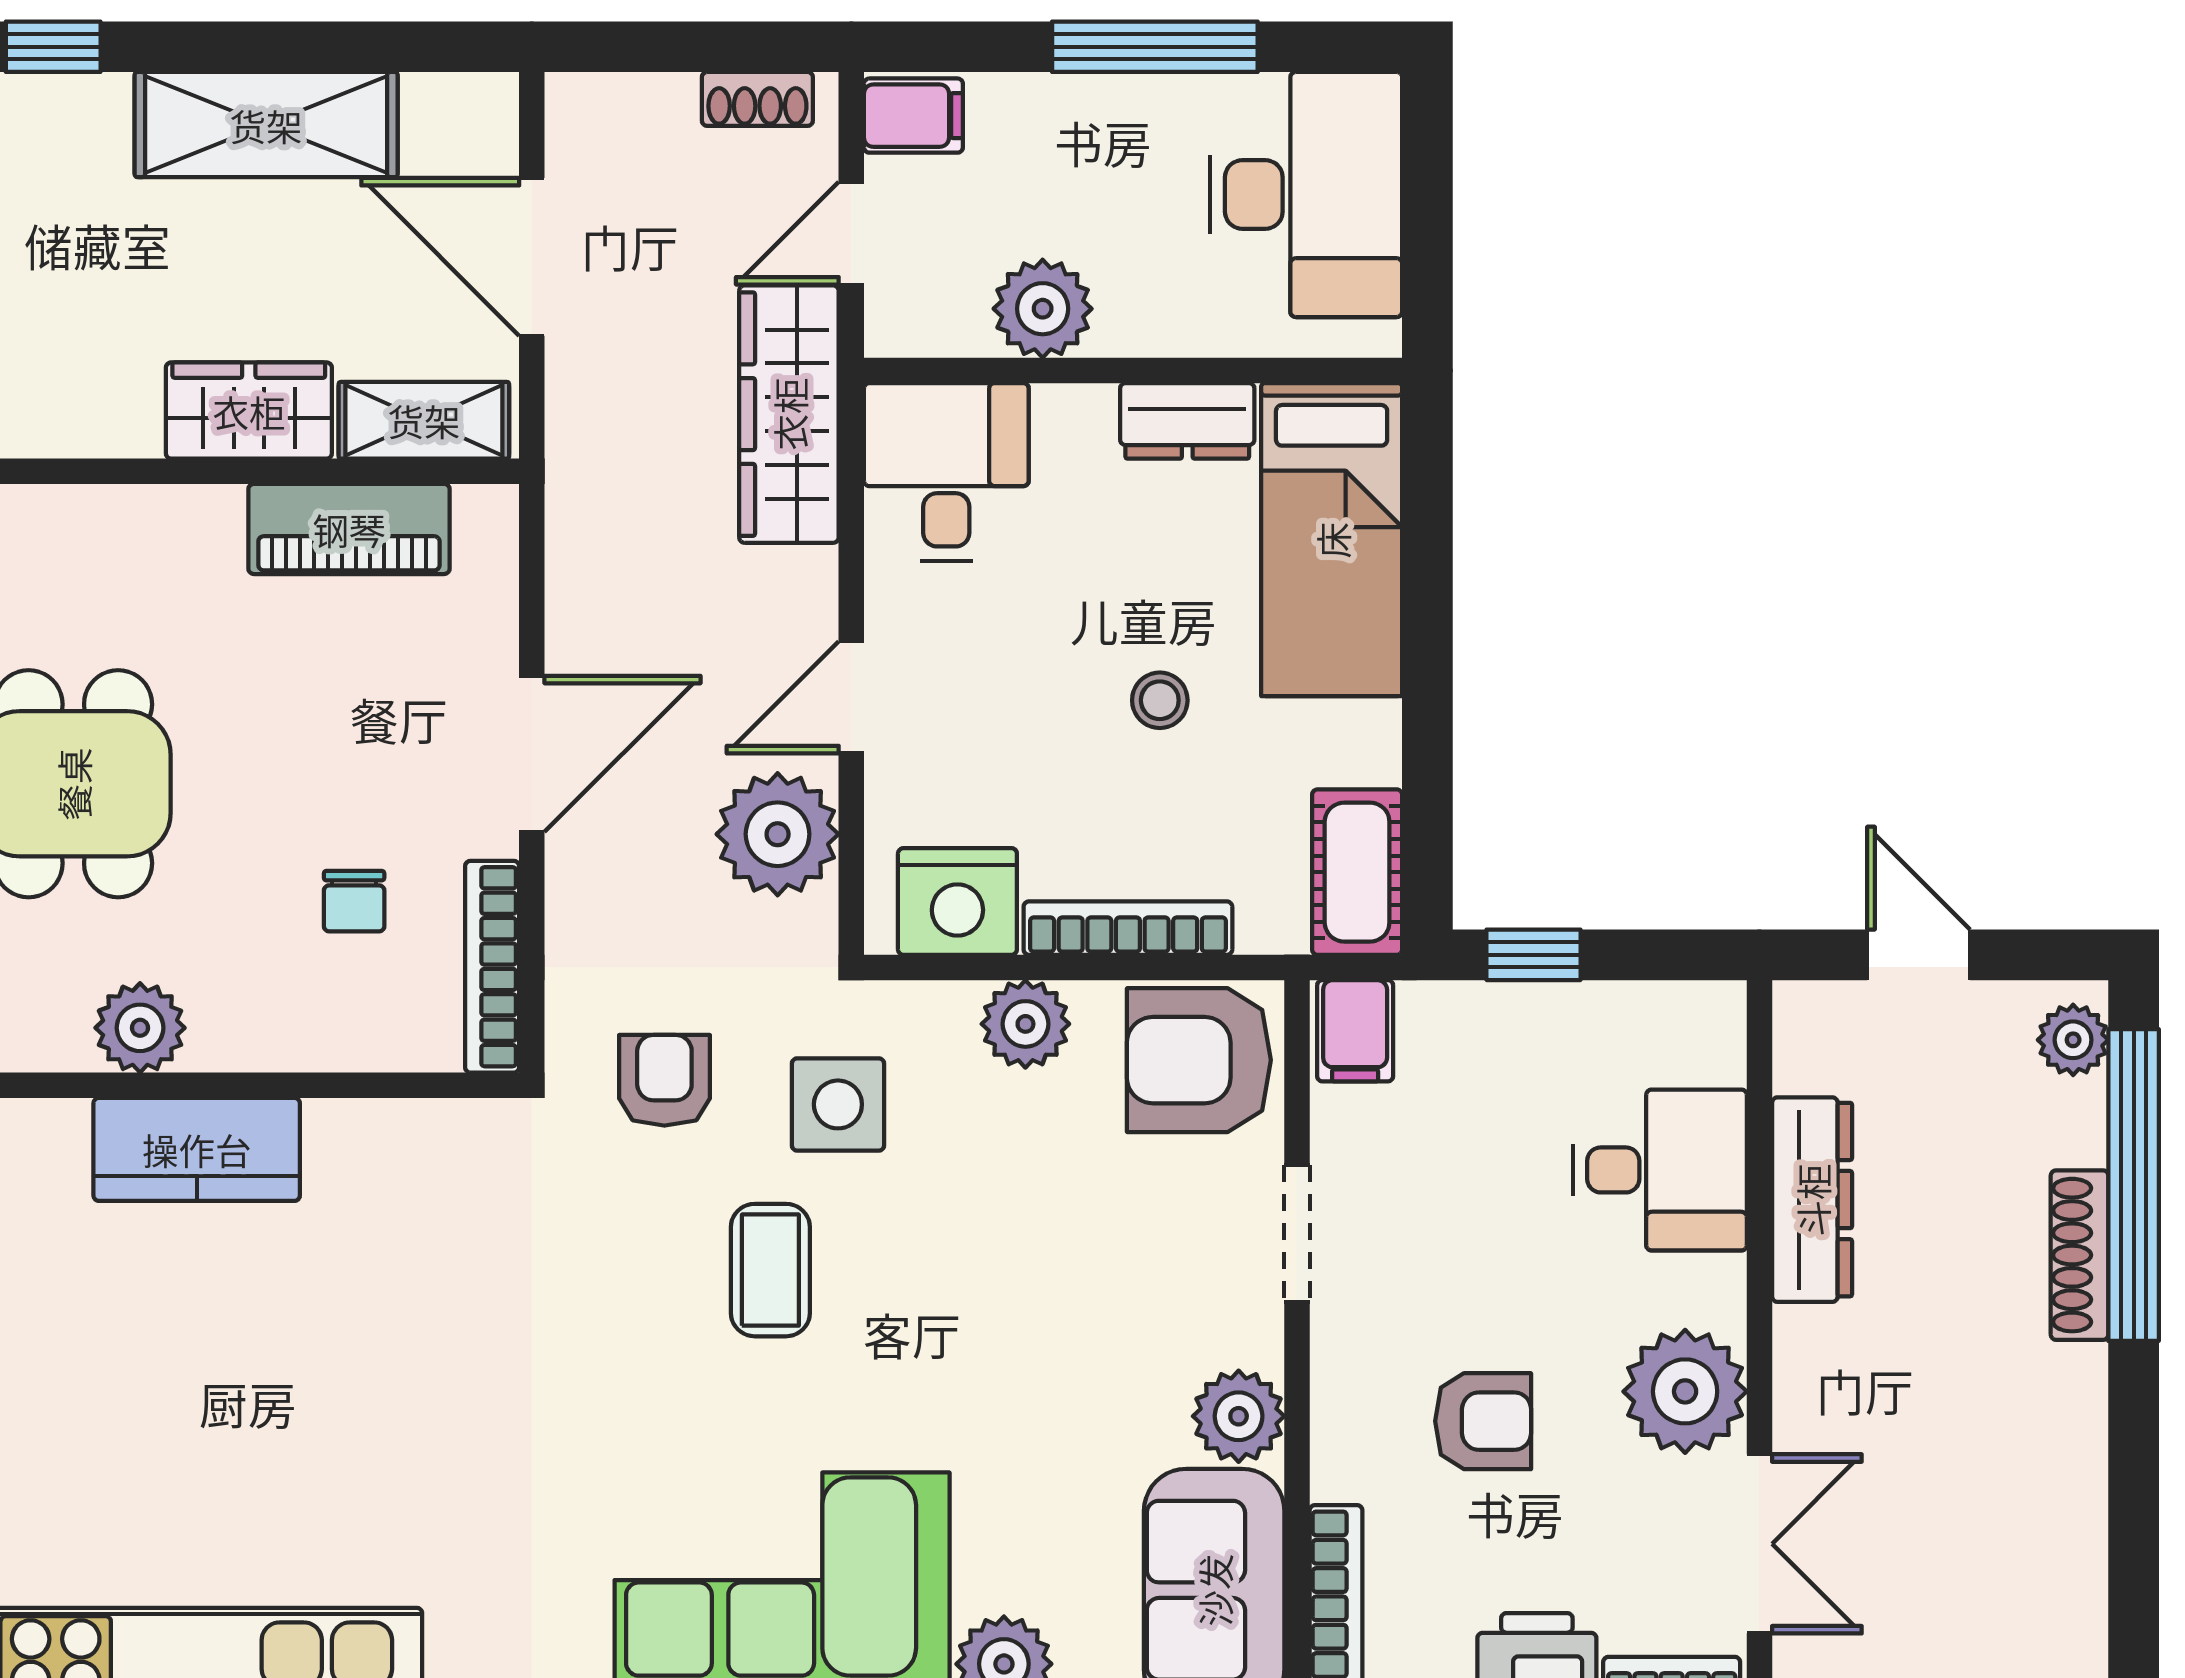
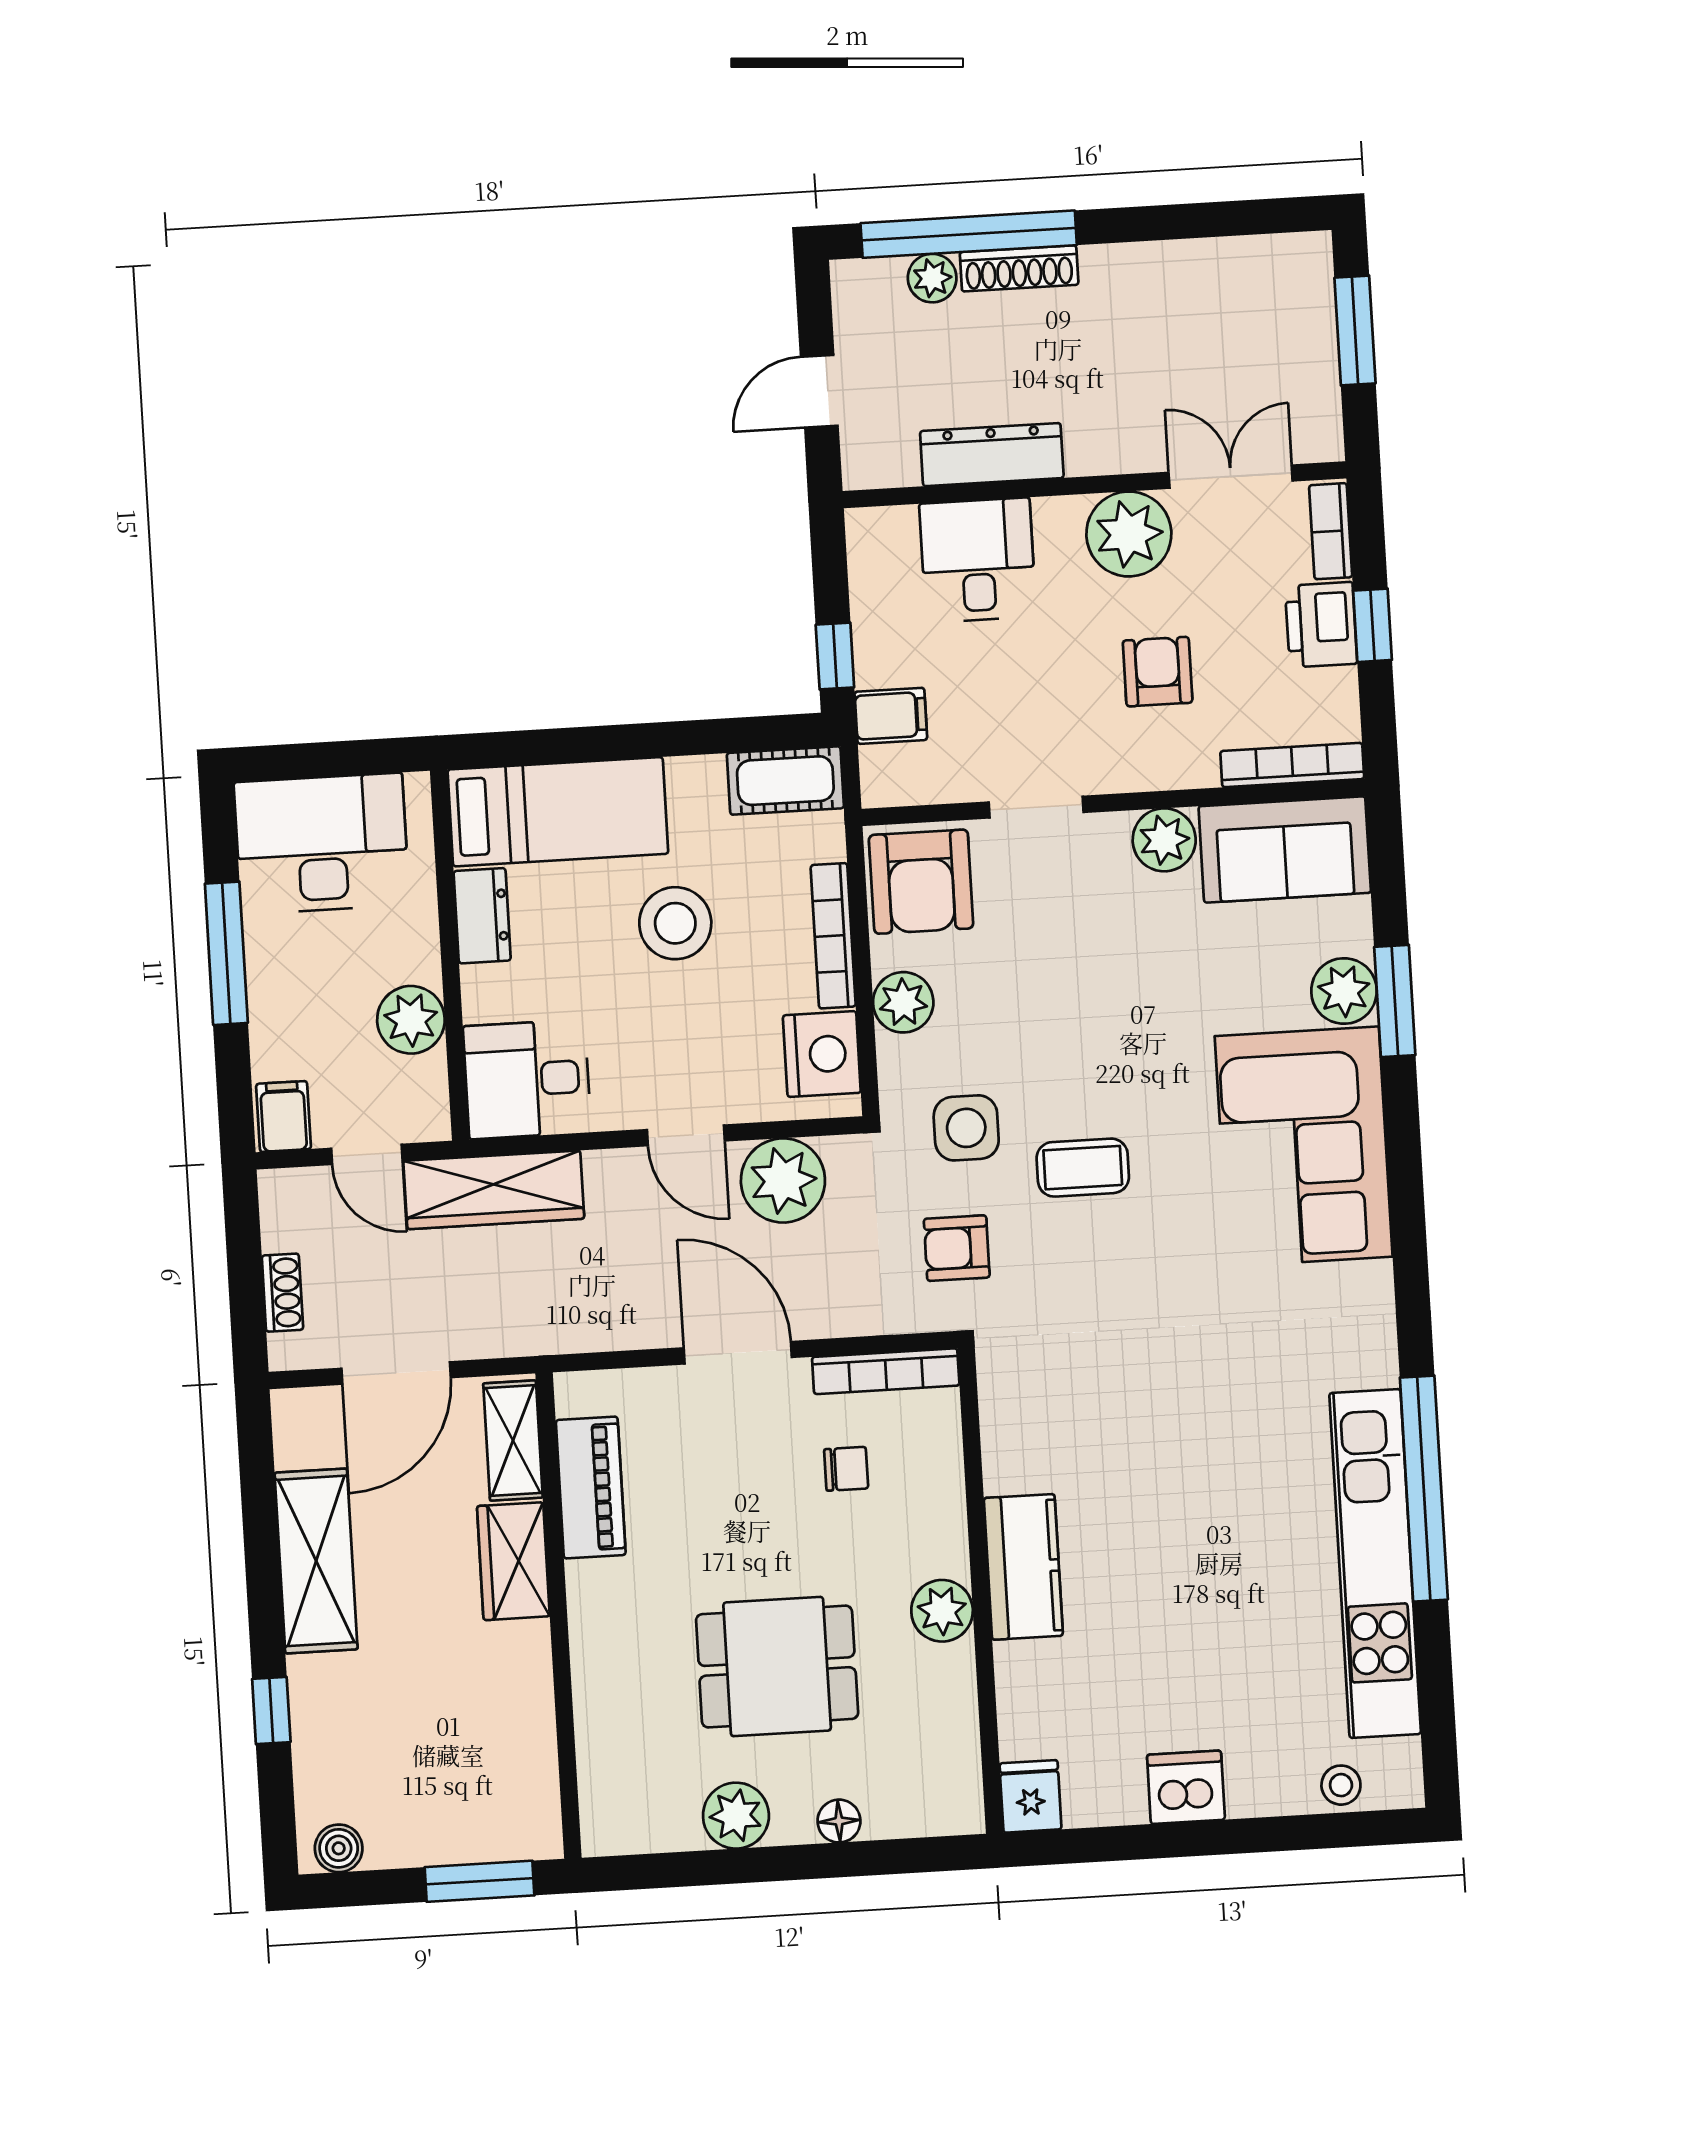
shoe rack: (757, 99) -> (282, 1293), moved
stool: (1160, 700) -> (675, 923), width x1.89, depth x1.89
filing cabinet: (1355, 1031) -> (891, 716), moved
plant: (2073, 1040) -> (932, 278), moved

